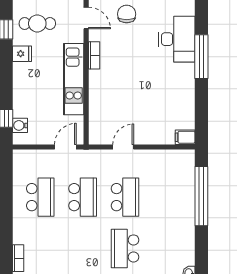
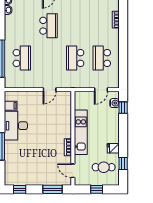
chair: (127, 14) -> (47, 173), removed
desk: (177, 39) -> (16, 126), moved
filing cabinet: (185, 137) -> (11, 106), moved
door: (65, 147) -> (101, 90), moved
school desk: (125, 197) -> (22, 58), moved, turned 180

